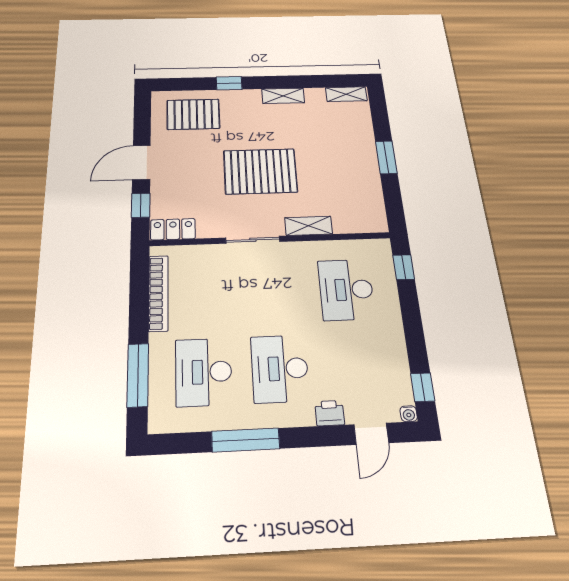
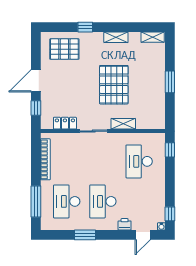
pallet: (260, 171) -> (114, 85), moved, turned 90
locker: (173, 229) -> (65, 123), moved
window: (246, 440) -> (85, 235), width x0.69

